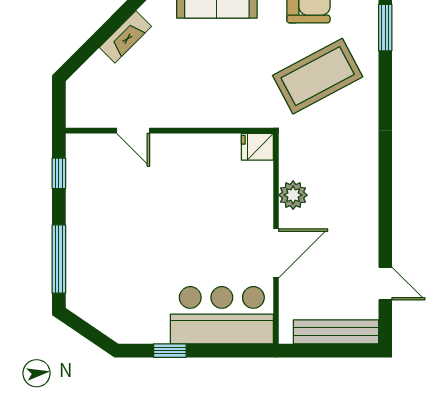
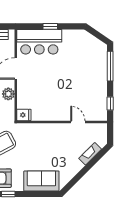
fireplace: (125, 37) -> (90, 154), moved
window: (170, 351) -> (50, 26), moved

